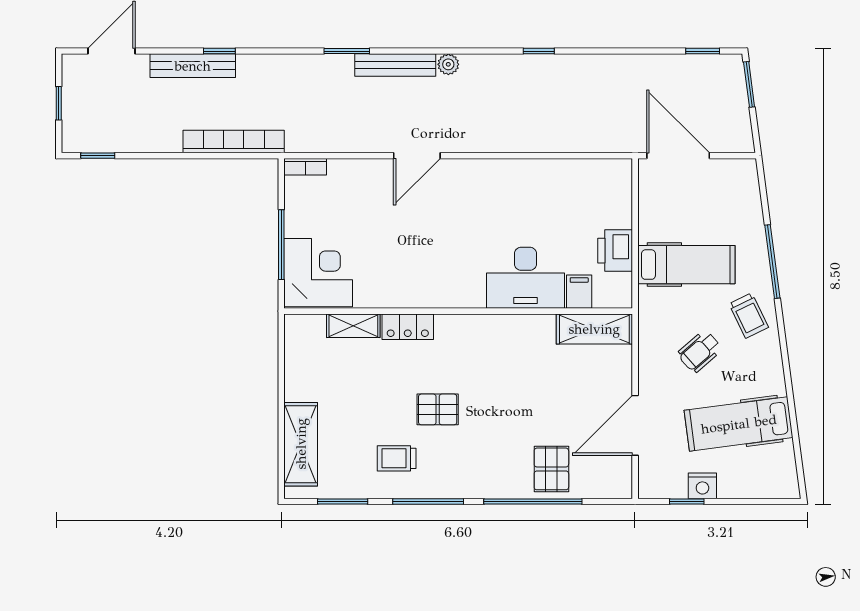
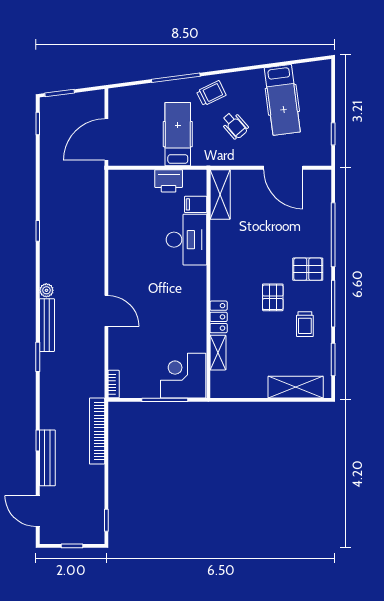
pallet: (551, 469) -> (308, 269), moved
nightstand: (702, 486) -> (323, 124), removed

